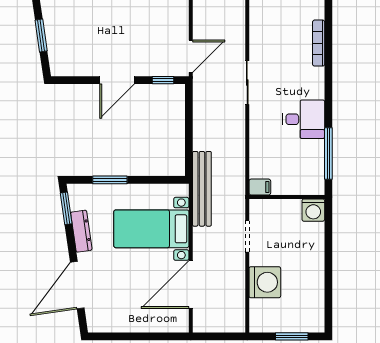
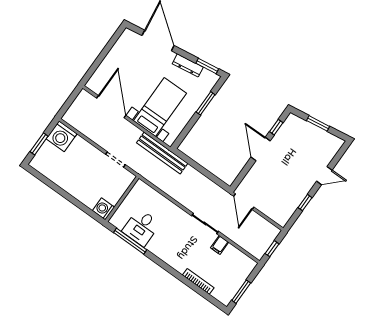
window: (163, 80) -> (276, 127), moved
desk: (304, 119) -> (141, 227), moved
filing cabinet: (260, 187) -> (220, 245), moved
washing machine: (265, 282) -> (62, 136), moved

